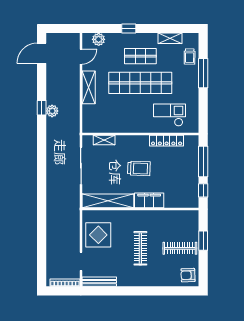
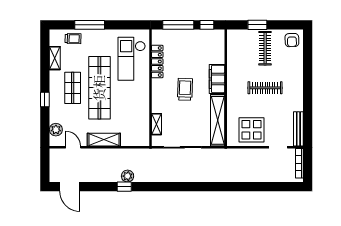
checkout: (169, 115) -> (132, 59), width x1.36, depth x1.21

